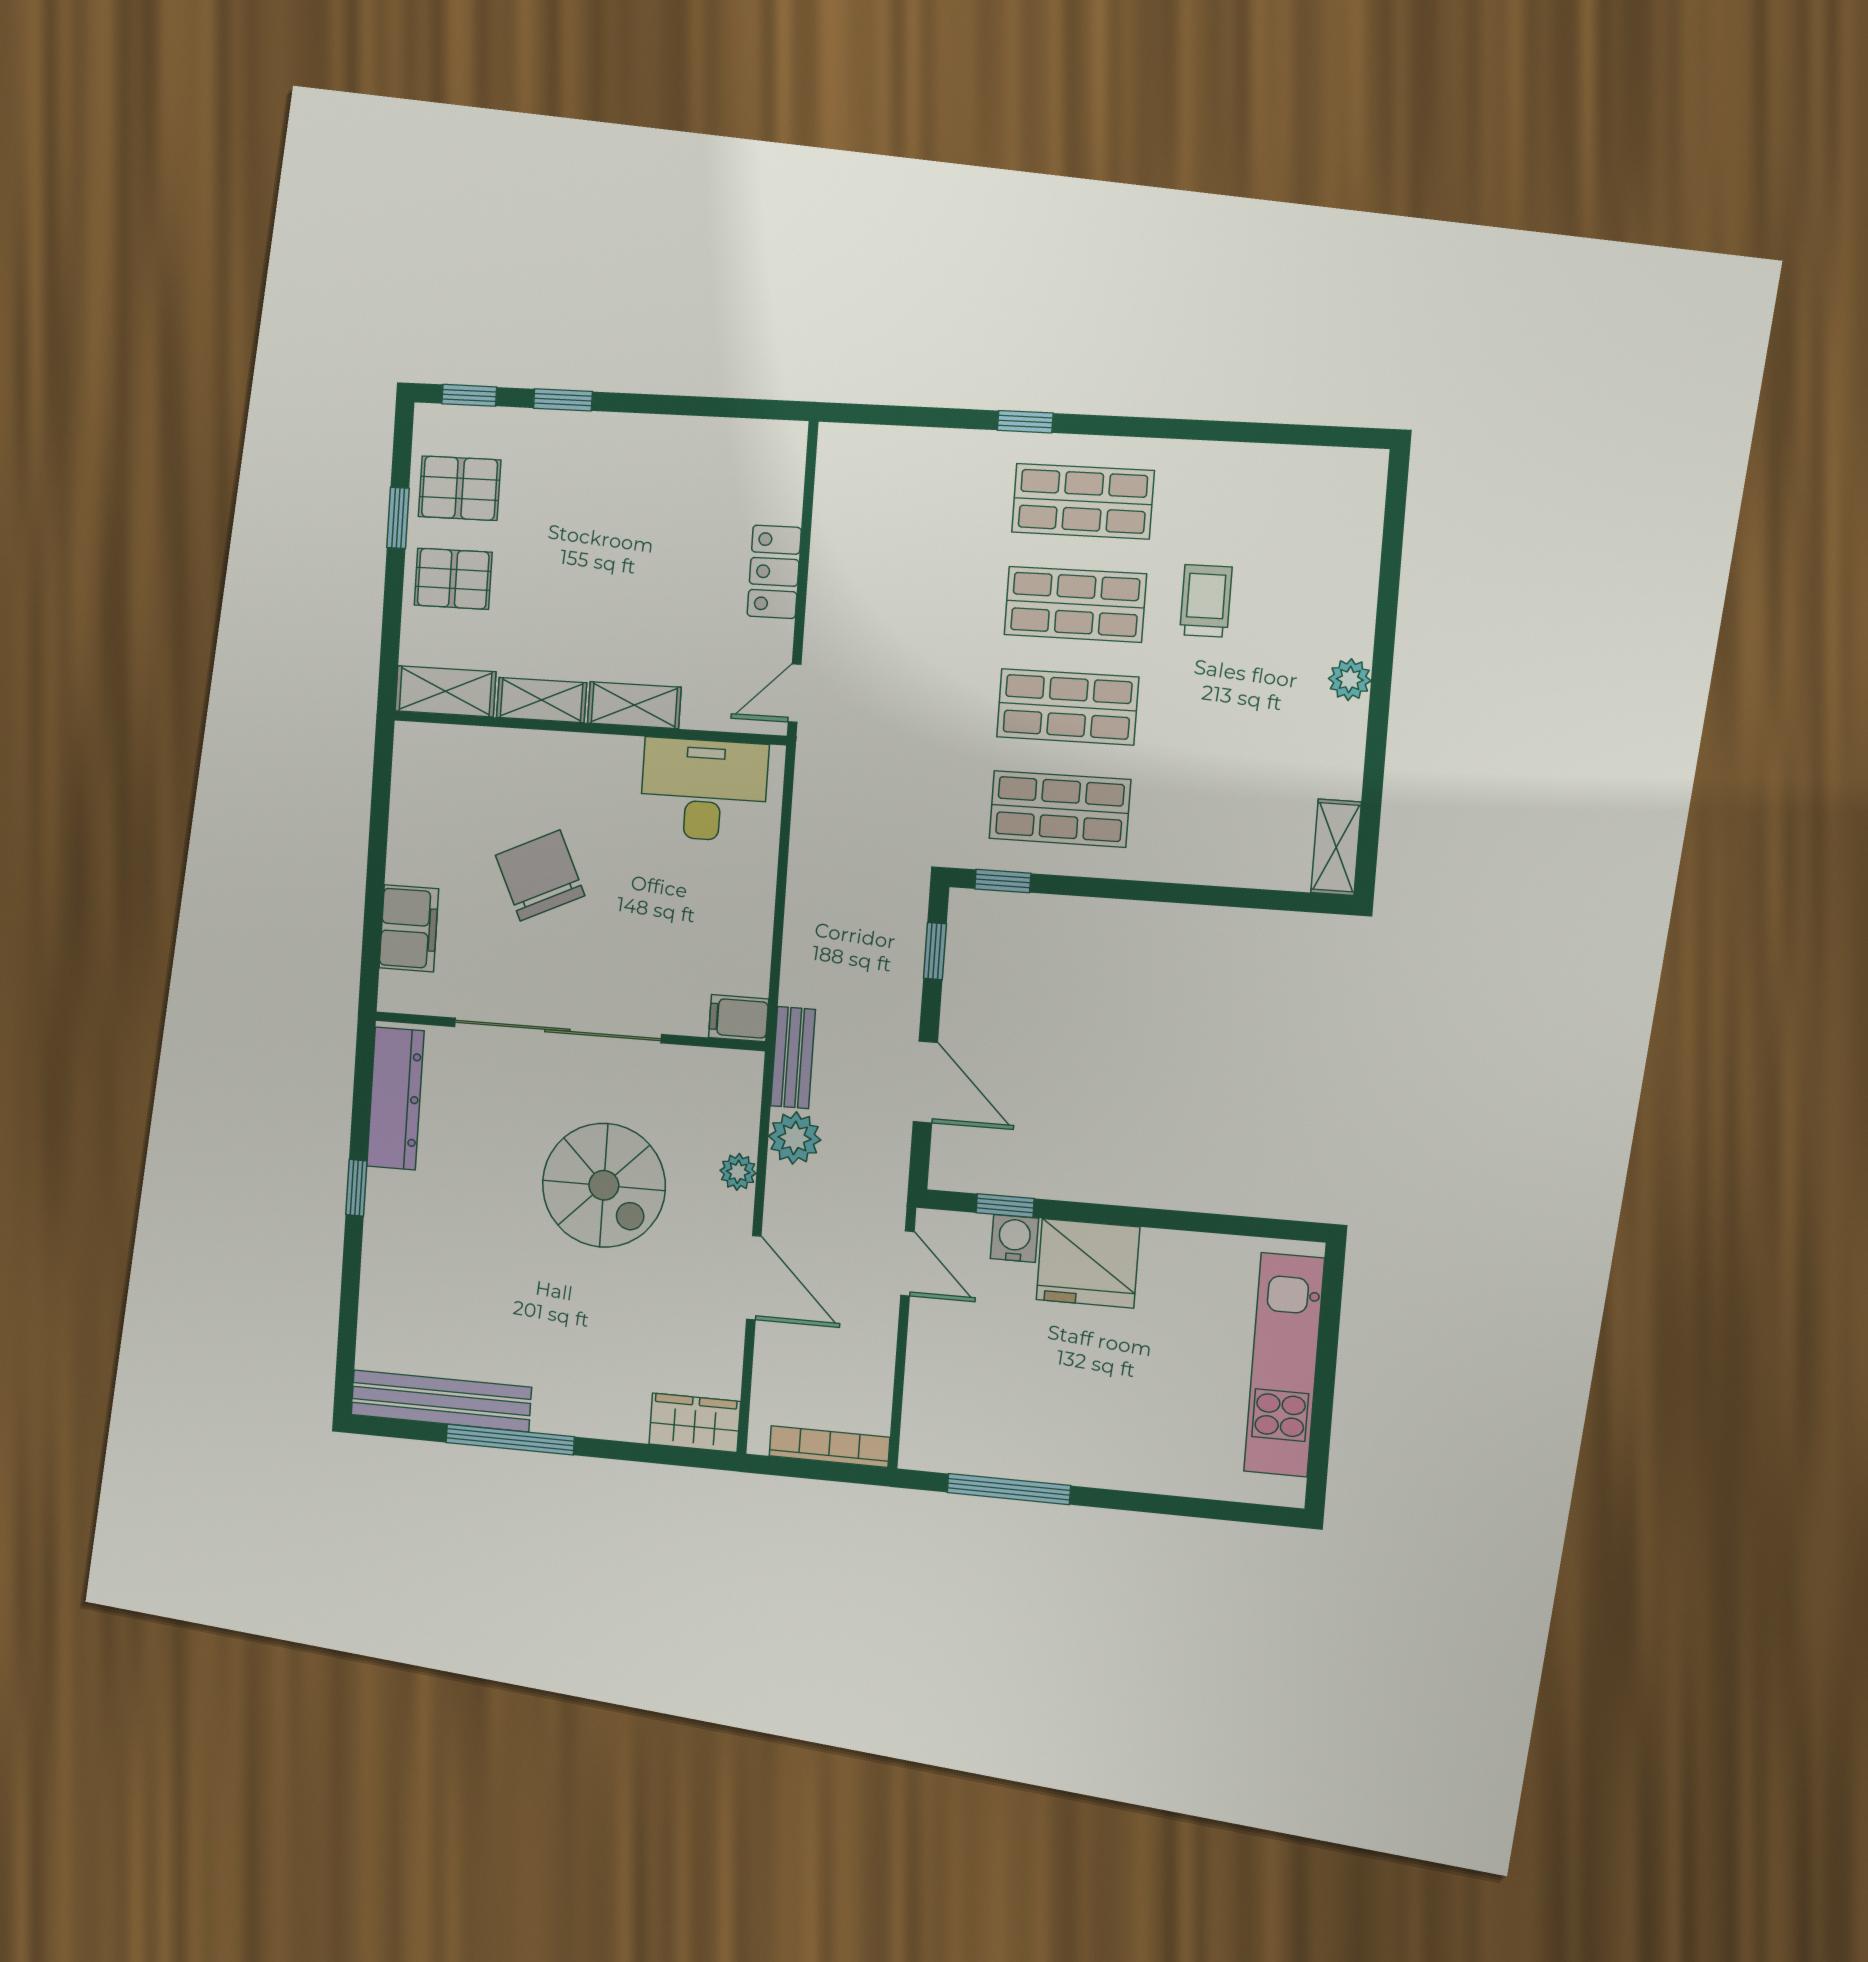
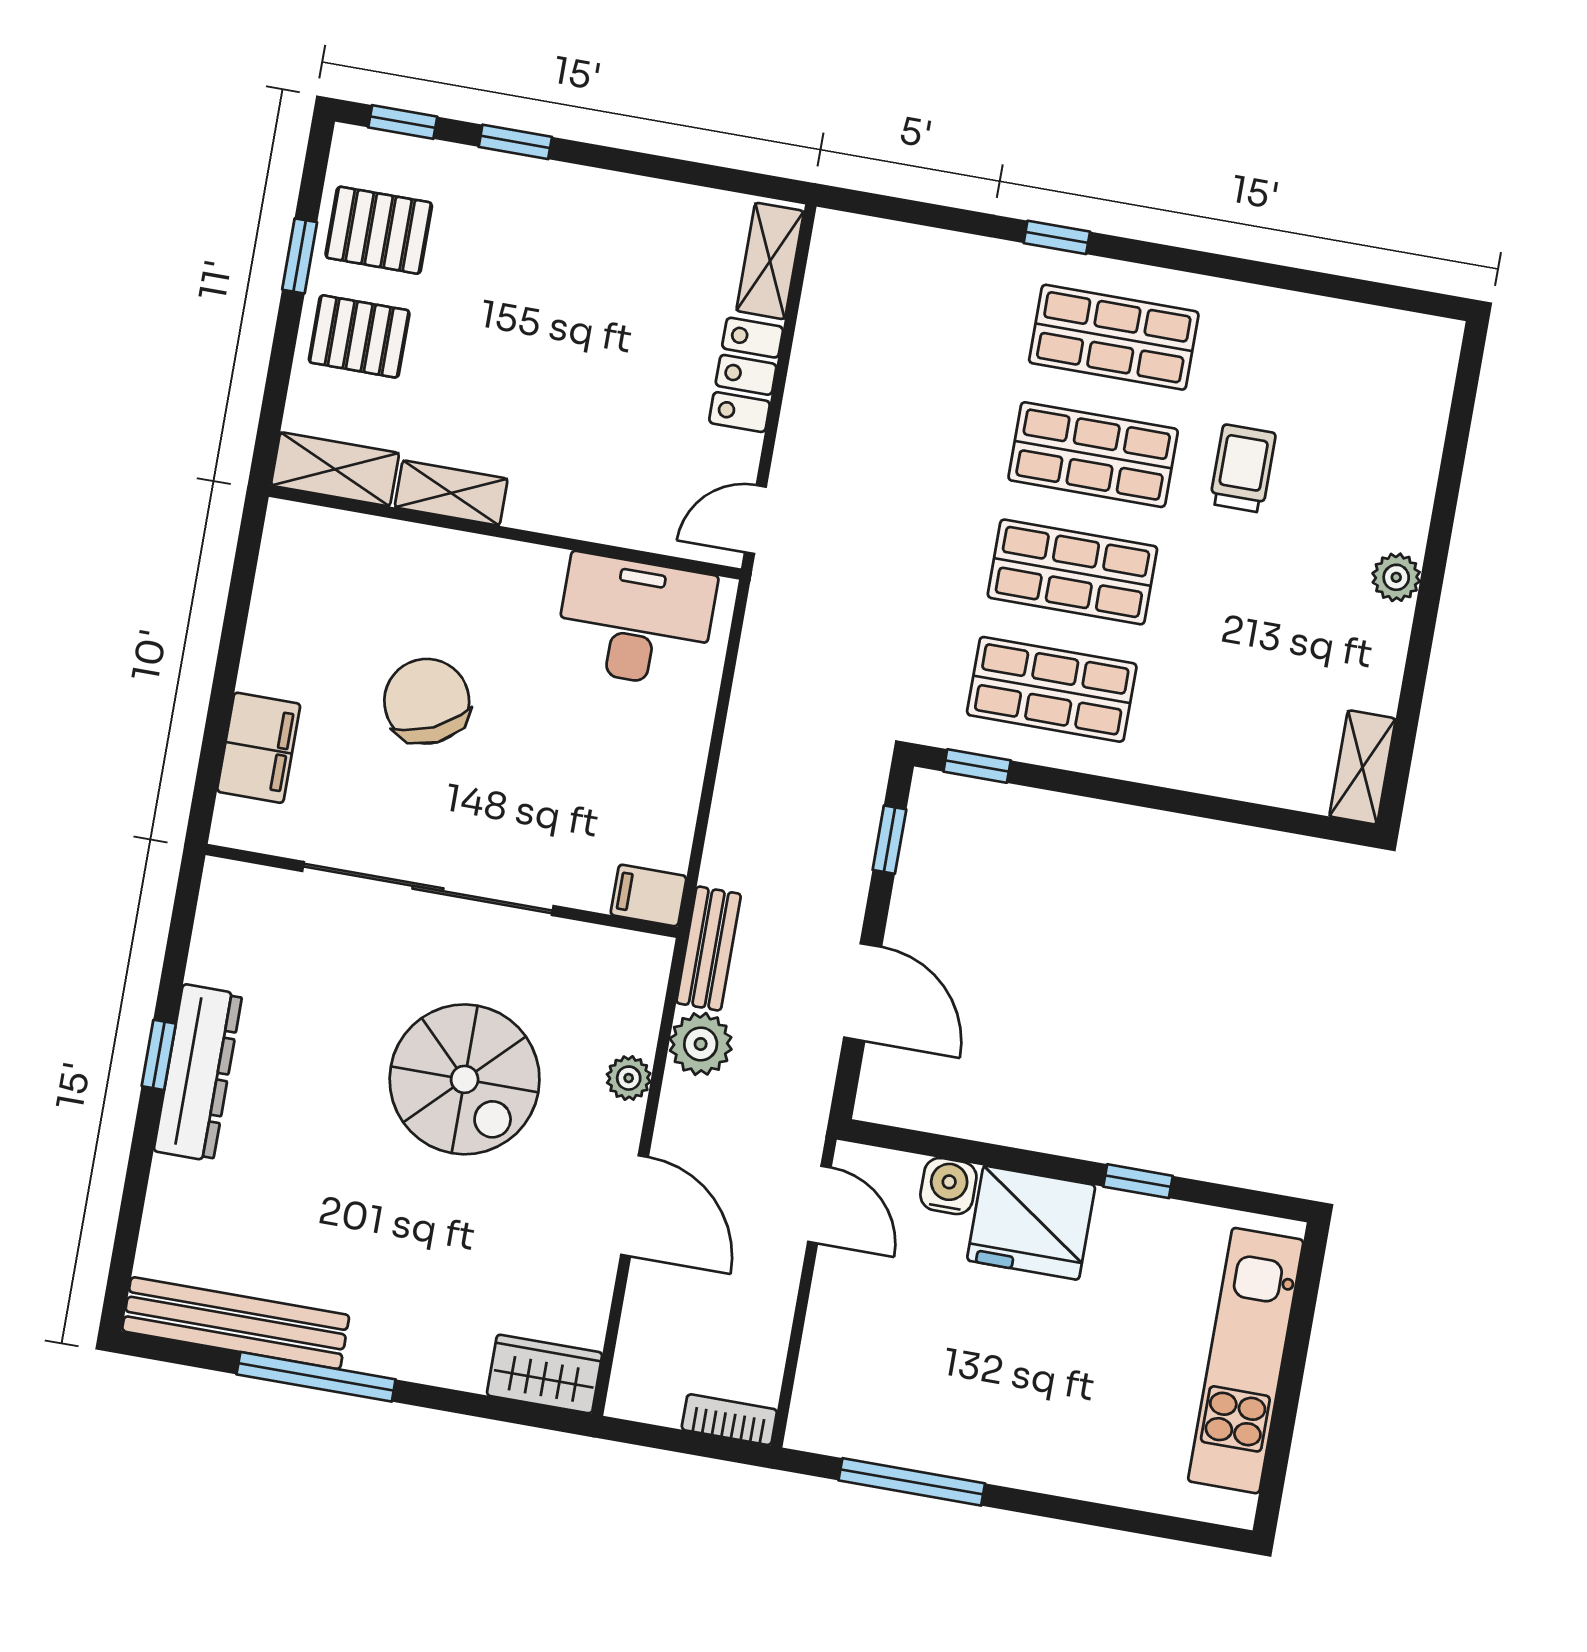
shelving: (634, 705) -> (770, 261), moved, turned 90
dresser: (395, 1099) -> (198, 1073), moved
window: (1005, 1206) -> (1138, 1181), moved
bookcase: (829, 1447) -> (729, 1420), width x0.64

